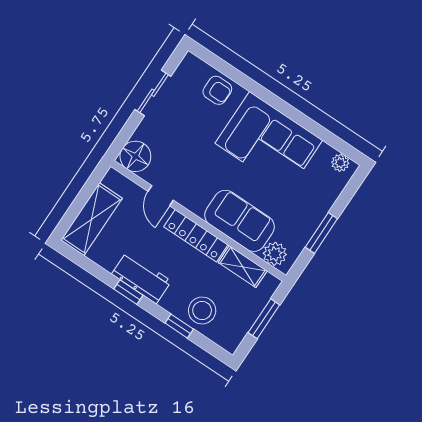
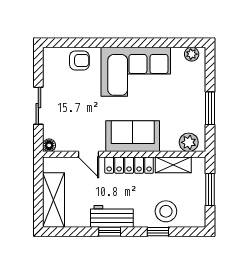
sliding door: (153, 93) -> (38, 106), moved
floor lamp: (135, 156) -> (49, 145), width x0.53, depth x0.53
sofa: (240, 221) -> (133, 136), moved

